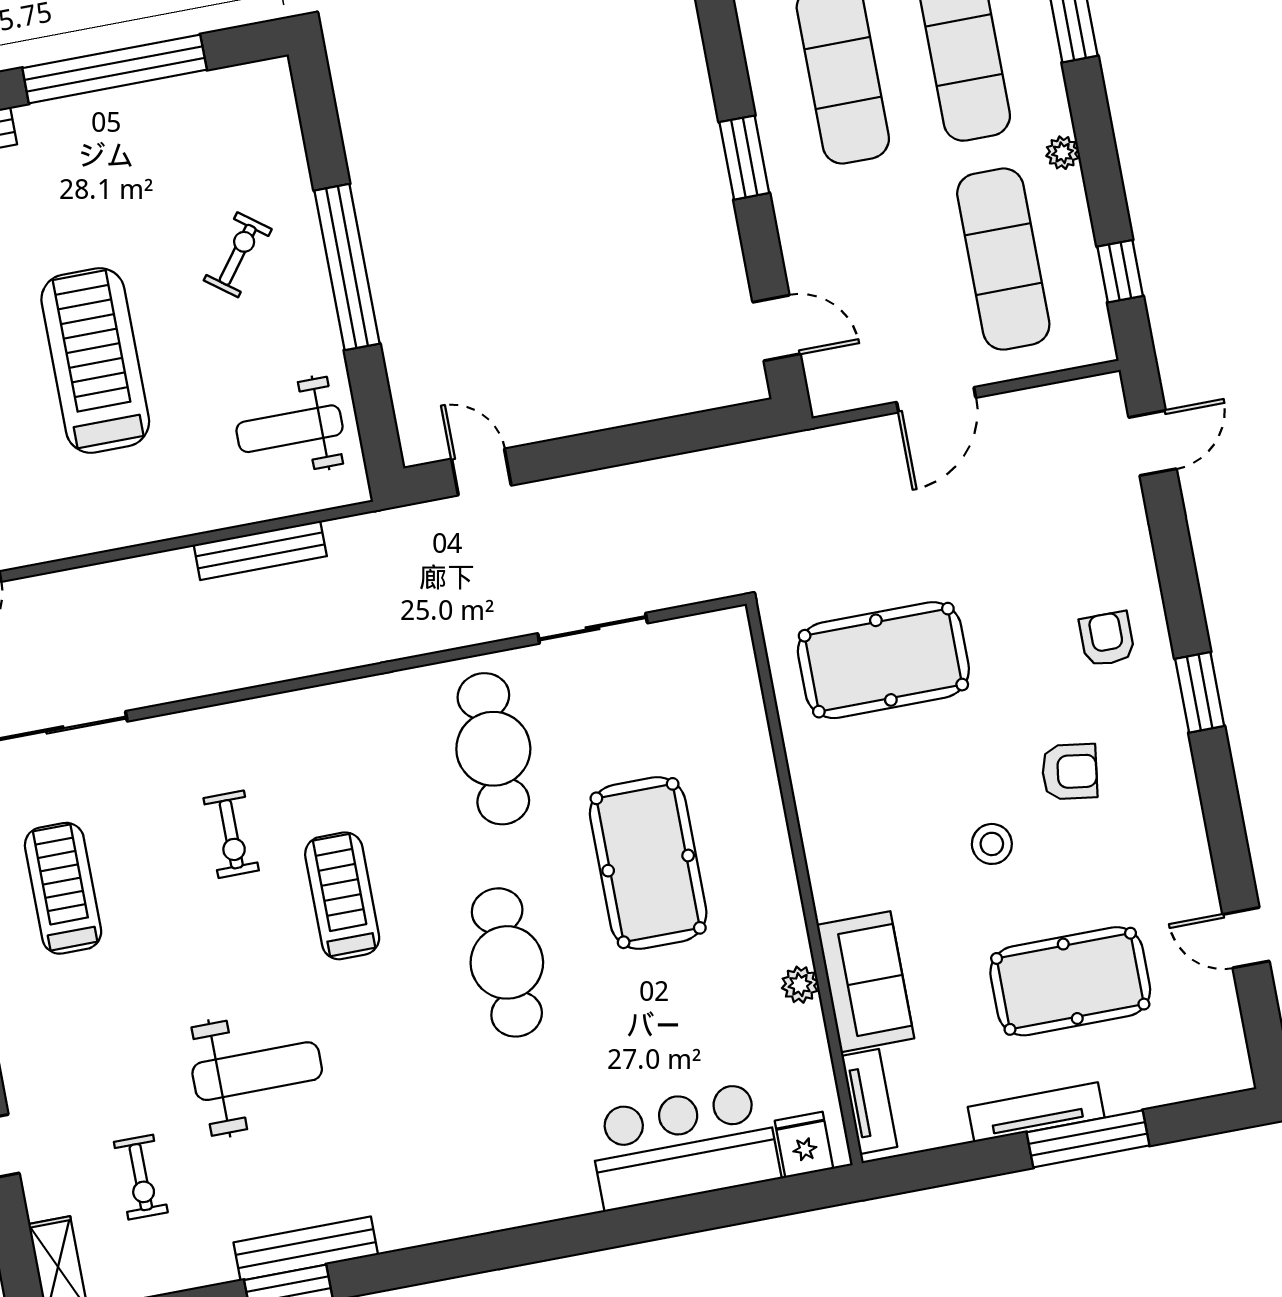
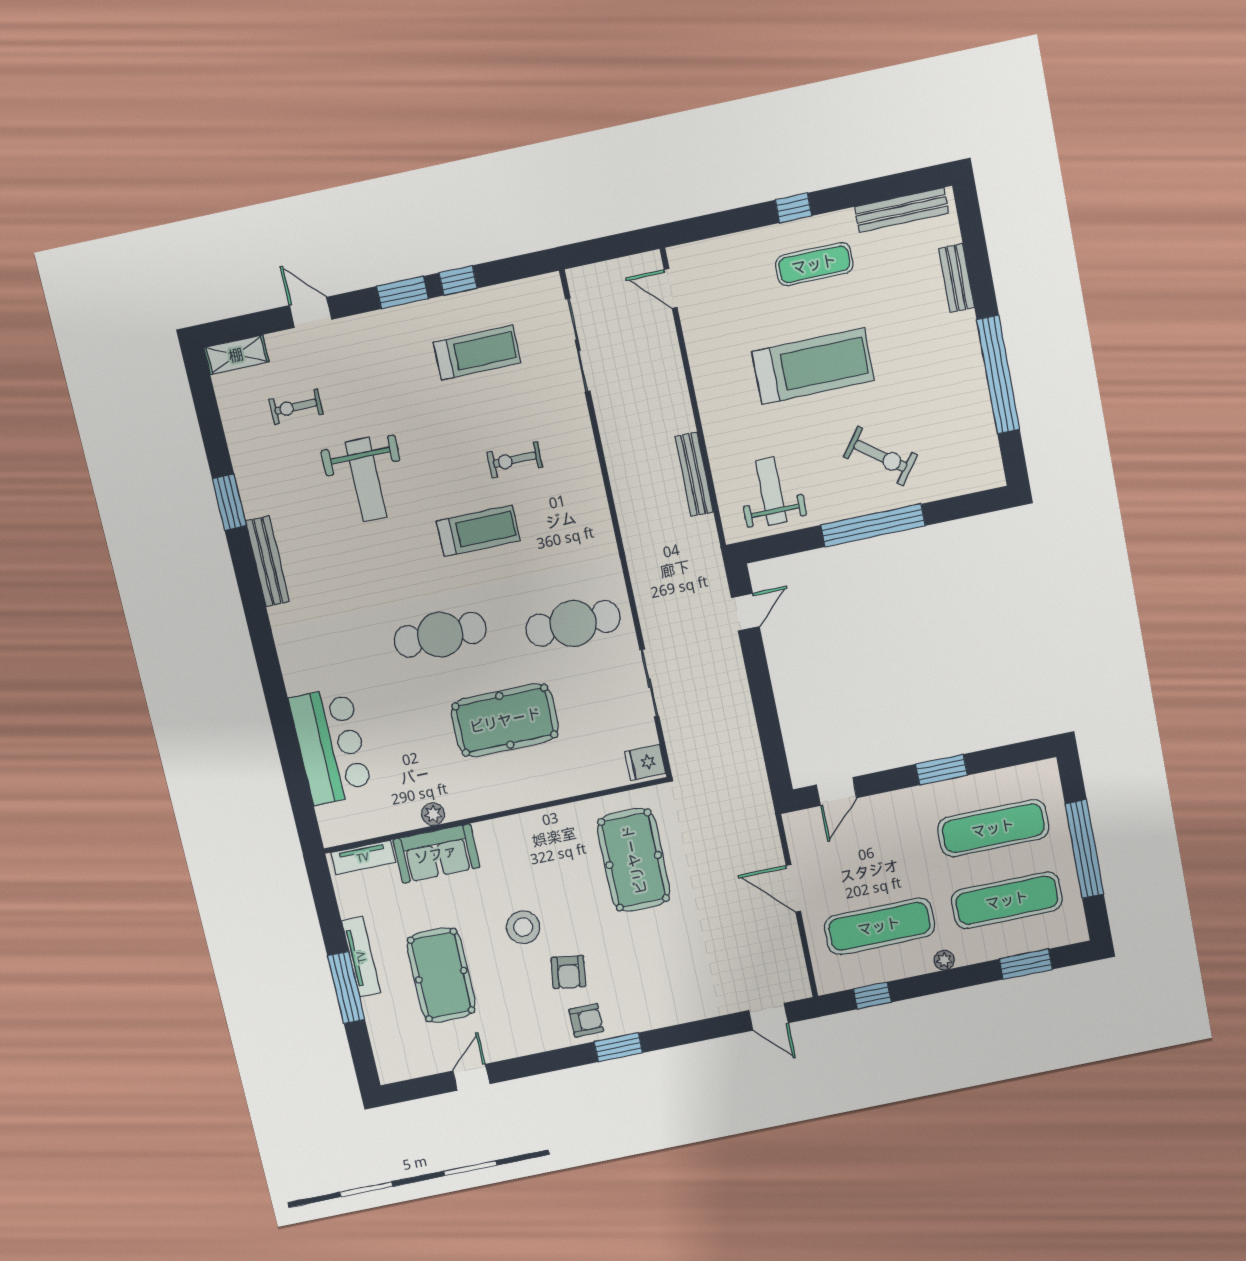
exercise bike: (238, 255) -> (880, 456), width x1.38, depth x1.39
armchair: (1107, 639) -> (586, 1020), moved
stool: (992, 844) -> (523, 927), width x1.38, depth x1.38
fridge: (804, 1145) -> (645, 763), moved, turned 180
bench: (306, 1249) -> (267, 561), moved

